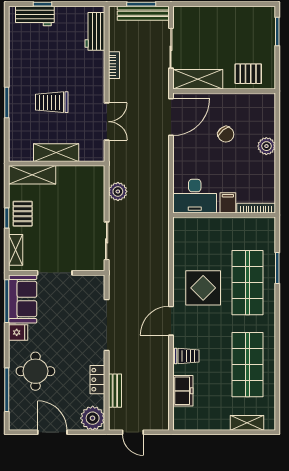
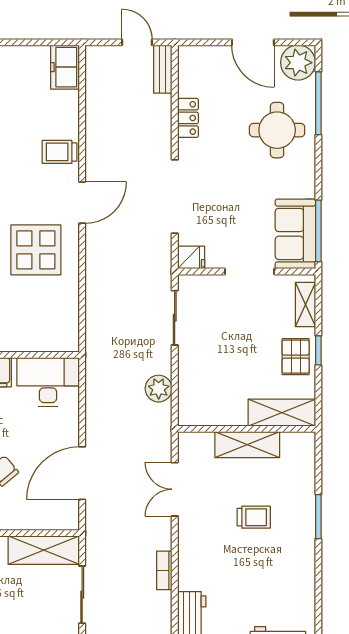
trolley: (52, 102) -> (254, 517), width x0.73, depth x0.72
door: (171, 117) -> (82, 473), moved
fridge: (18, 332) -> (191, 257), moved, turned 180
bench: (115, 391) -> (163, 69), moved
freezer: (183, 391) -> (65, 67), moved
plant: (93, 418) -> (298, 63), moved

